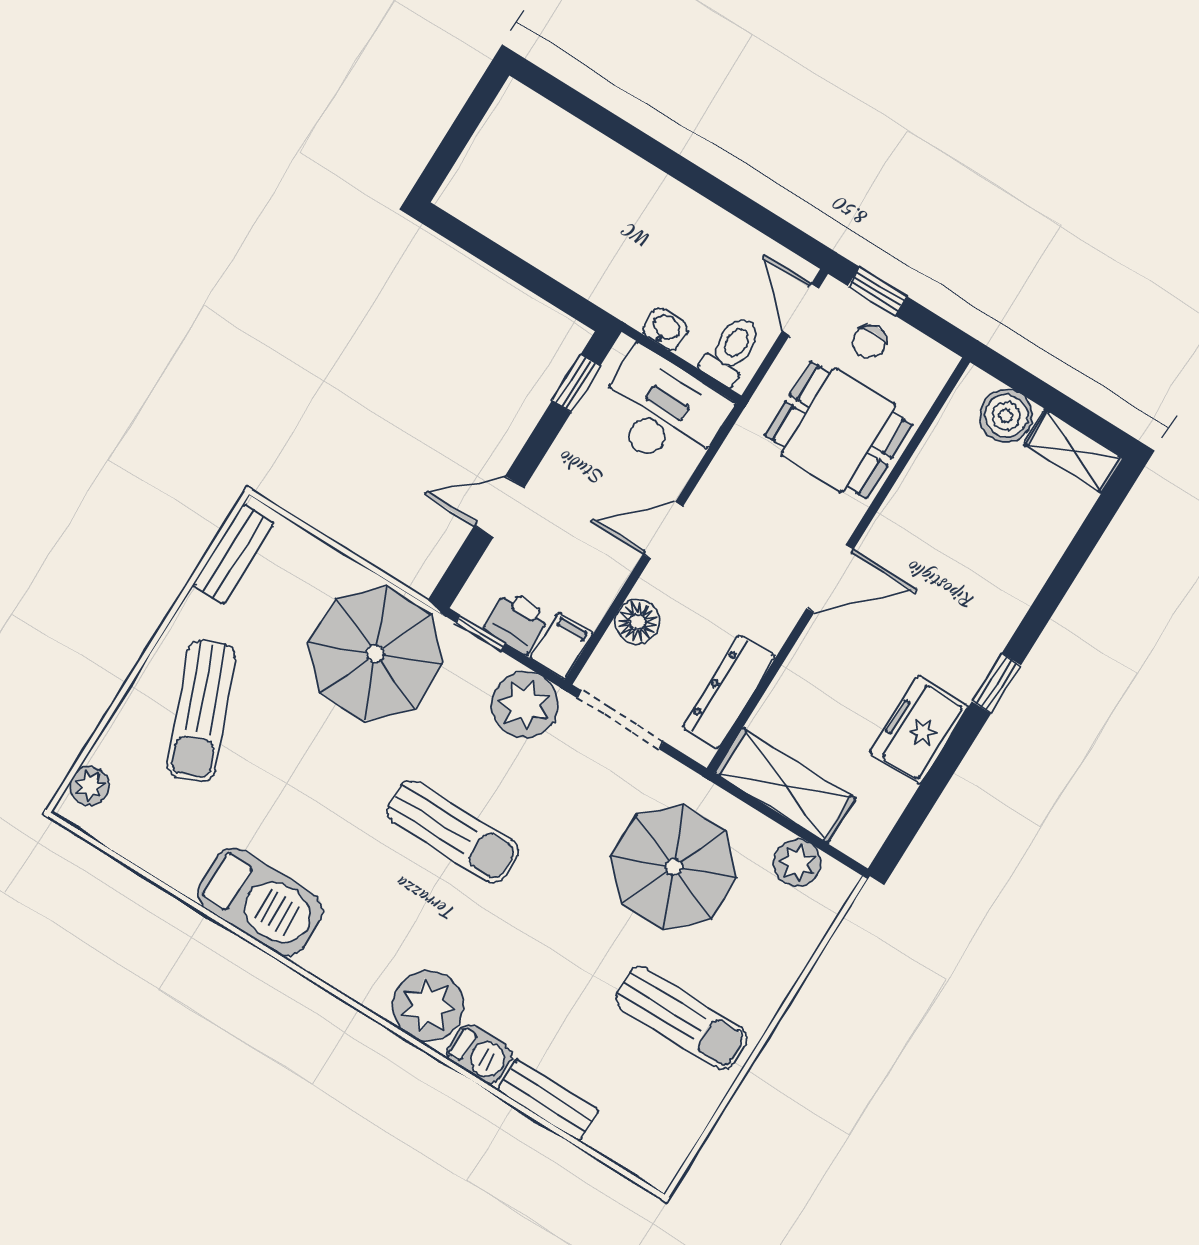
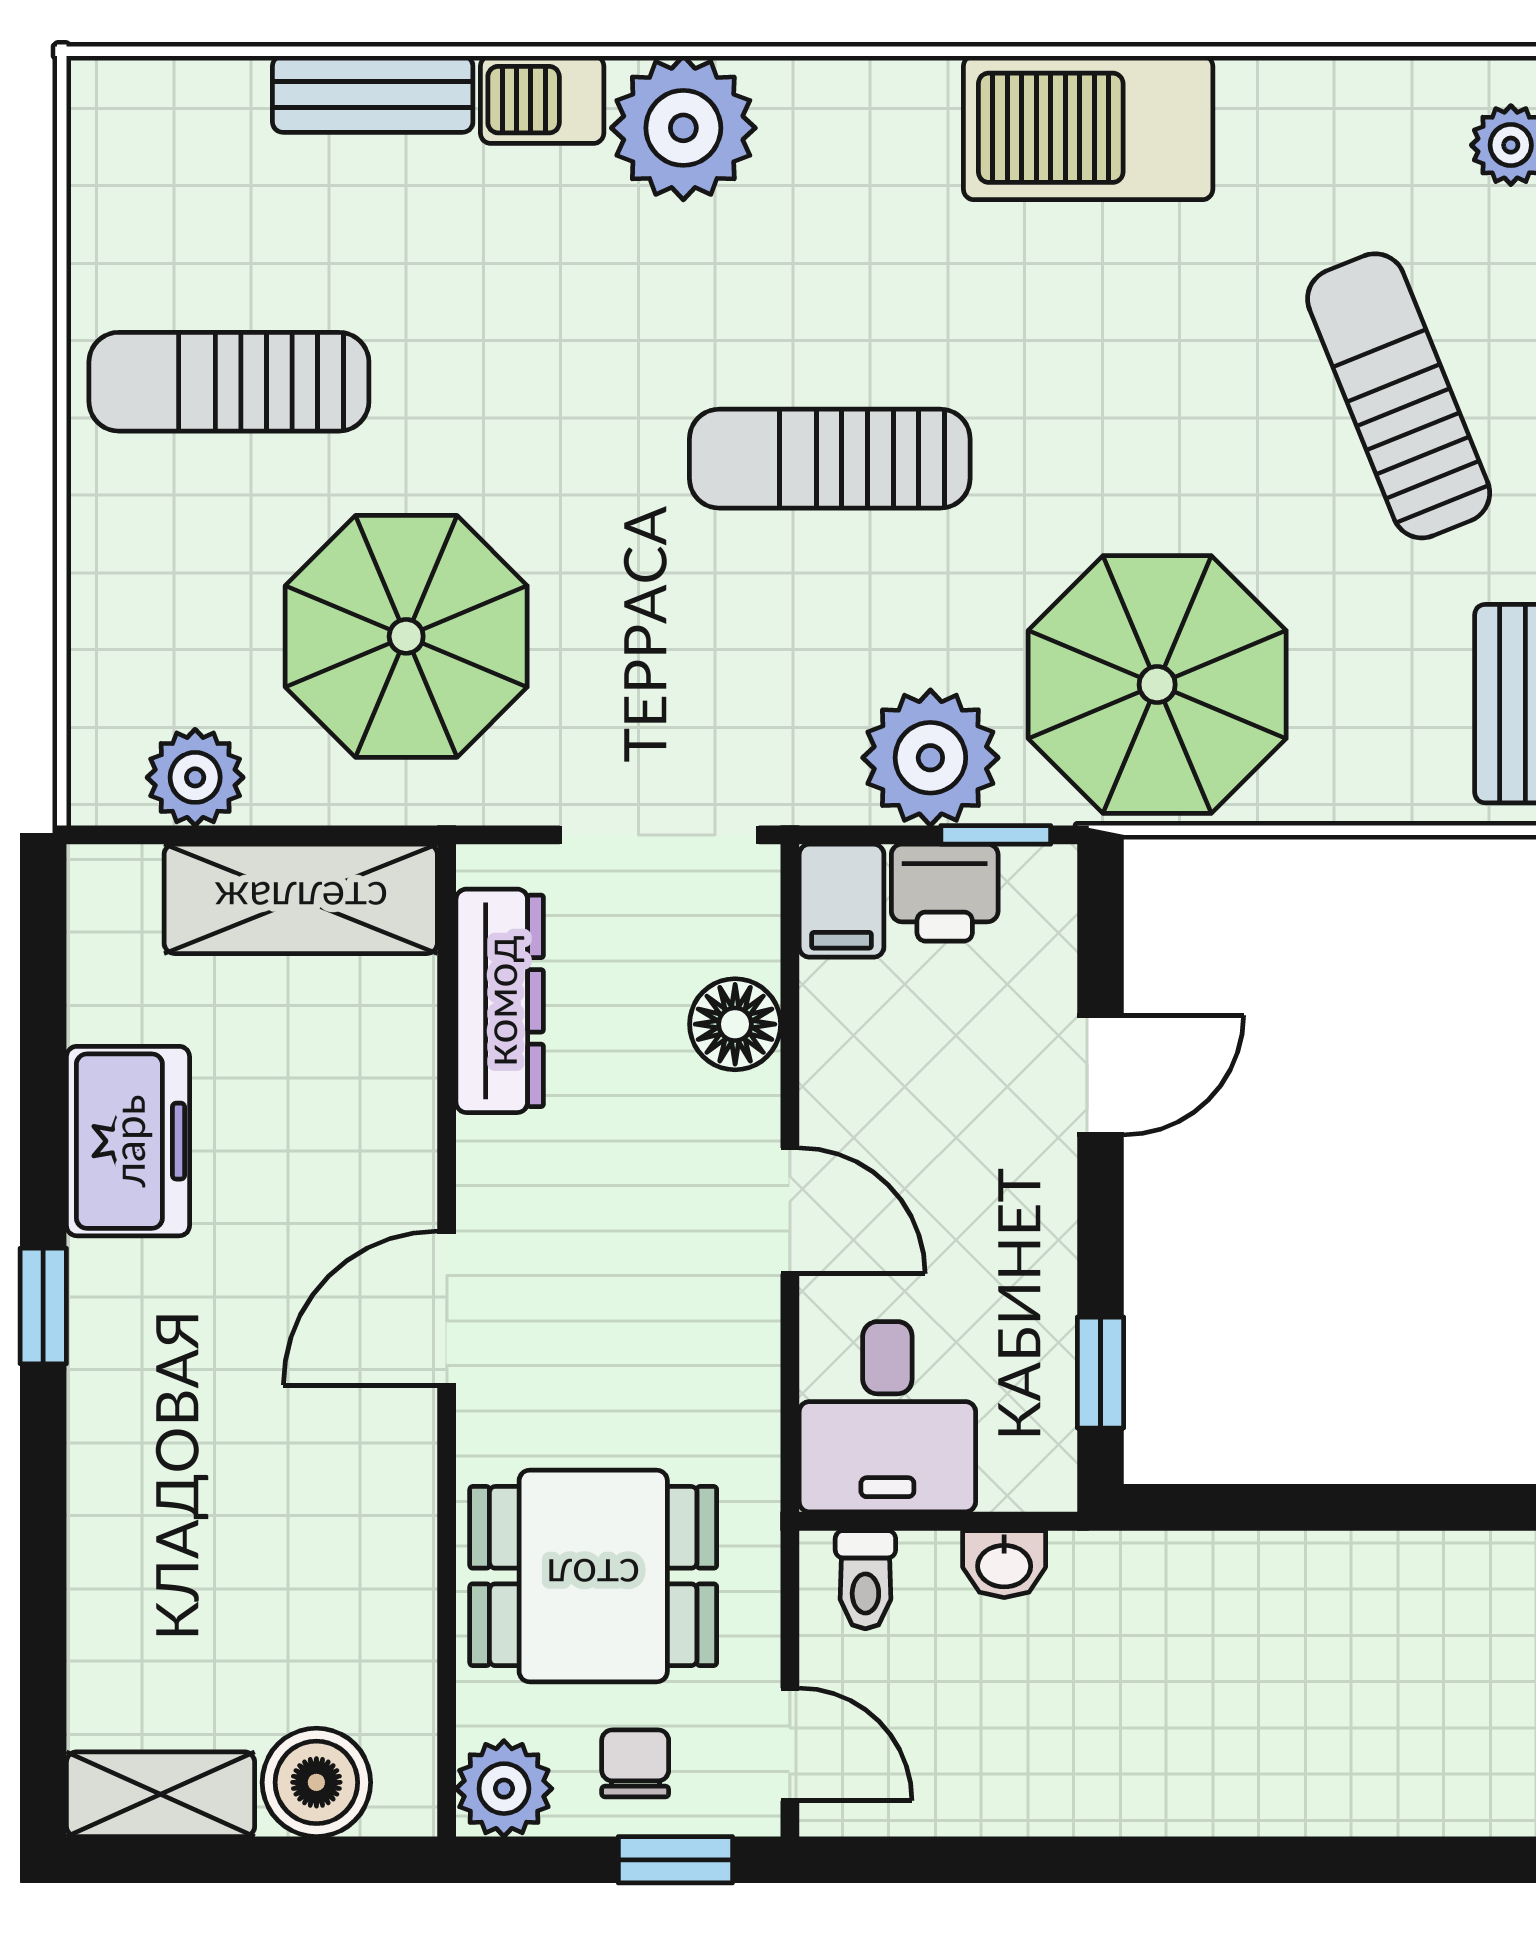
toilet: (732, 350) -> (865, 1580), width x0.73, depth x0.72
plant: (930, 365) -> (504, 1789), added
desk: (662, 412) -> (887, 1417), width x0.73
door: (663, 530) -> (790, 1211), hinge flipped
plant: (525, 705) -> (930, 758), moved

